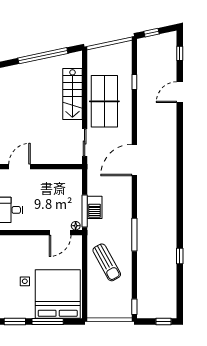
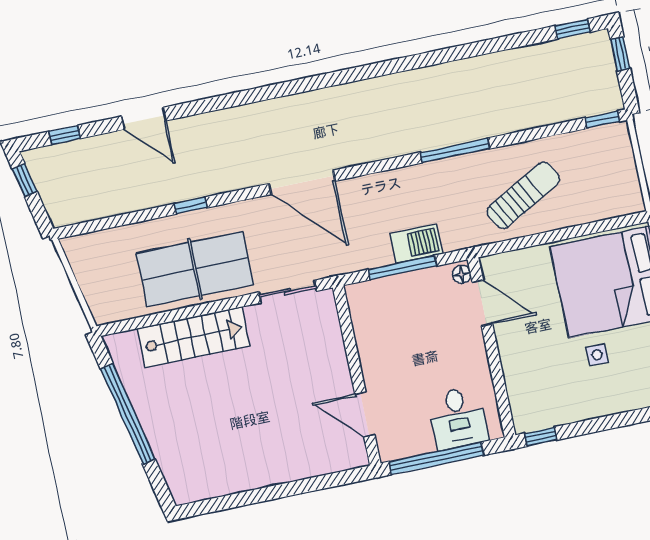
window: (152, 33) -> (25, 180), moved
window: (134, 82) -> (191, 206), moved
window: (85, 211) -> (402, 268), moved
window: (180, 256) -> (573, 29), moved

